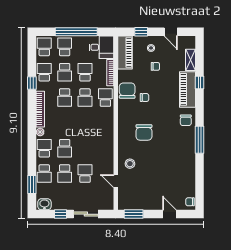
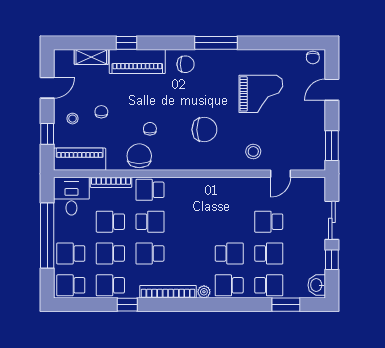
school desk: (65, 72) -> (110, 254), turned 180
chair: (127, 91) -> (139, 156), turned 90
school desk: (65, 98) -> (150, 254), turned 180
grand piano: (167, 169) -> (261, 94), added

